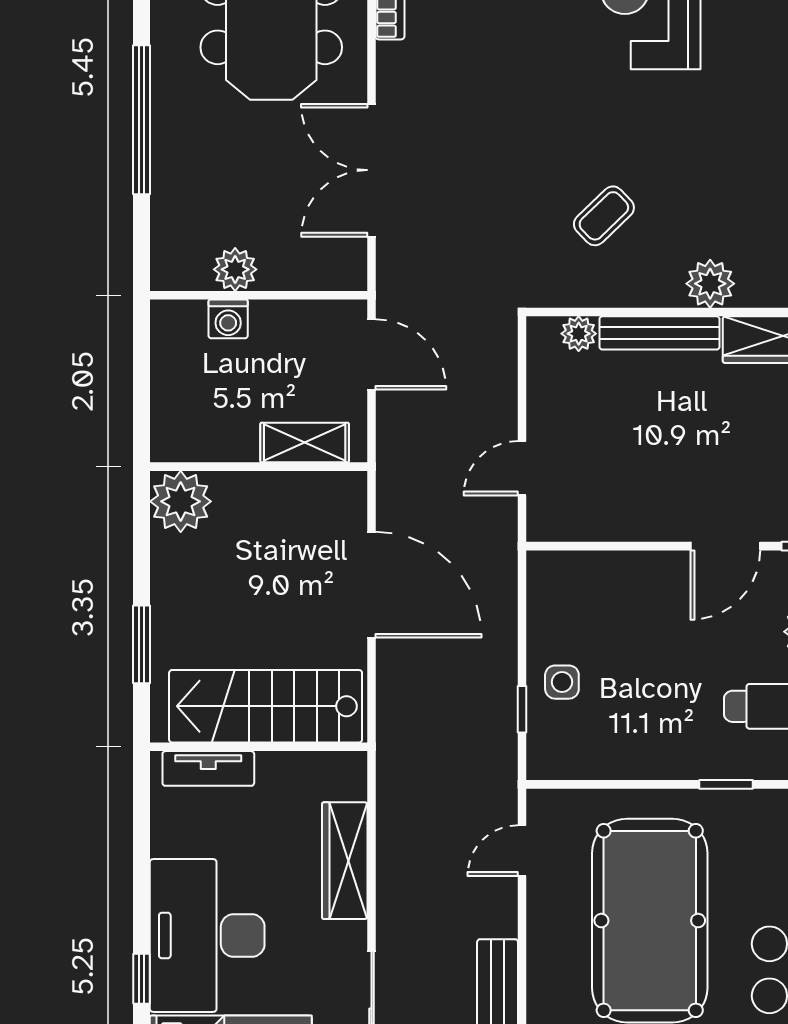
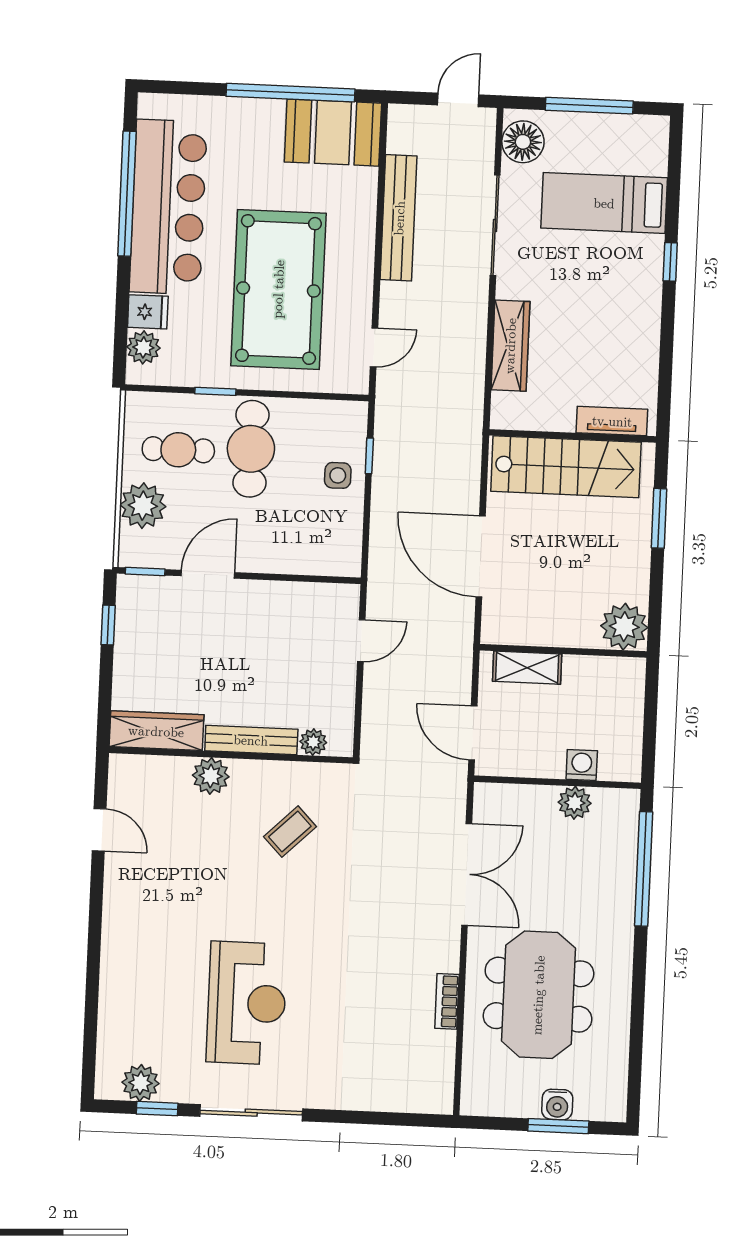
window: (142, 120) -> (644, 869), moved
cafe table: (676, 712) -> (251, 449), added
desk: (207, 936) -> (618, 293), removed

